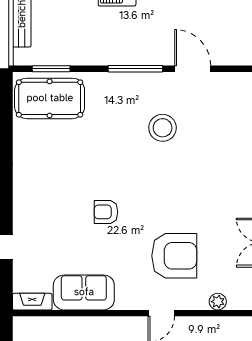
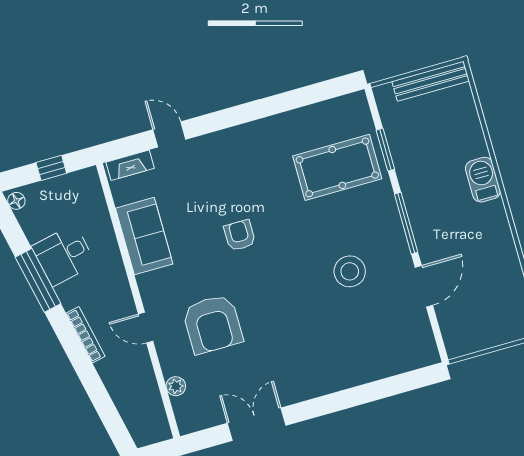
window: (51, 69) -> (385, 150), moved
pool table: (50, 98) -> (337, 167), moved, turned 90
fireplace: (32, 302) -> (130, 165), moved, turned 90

